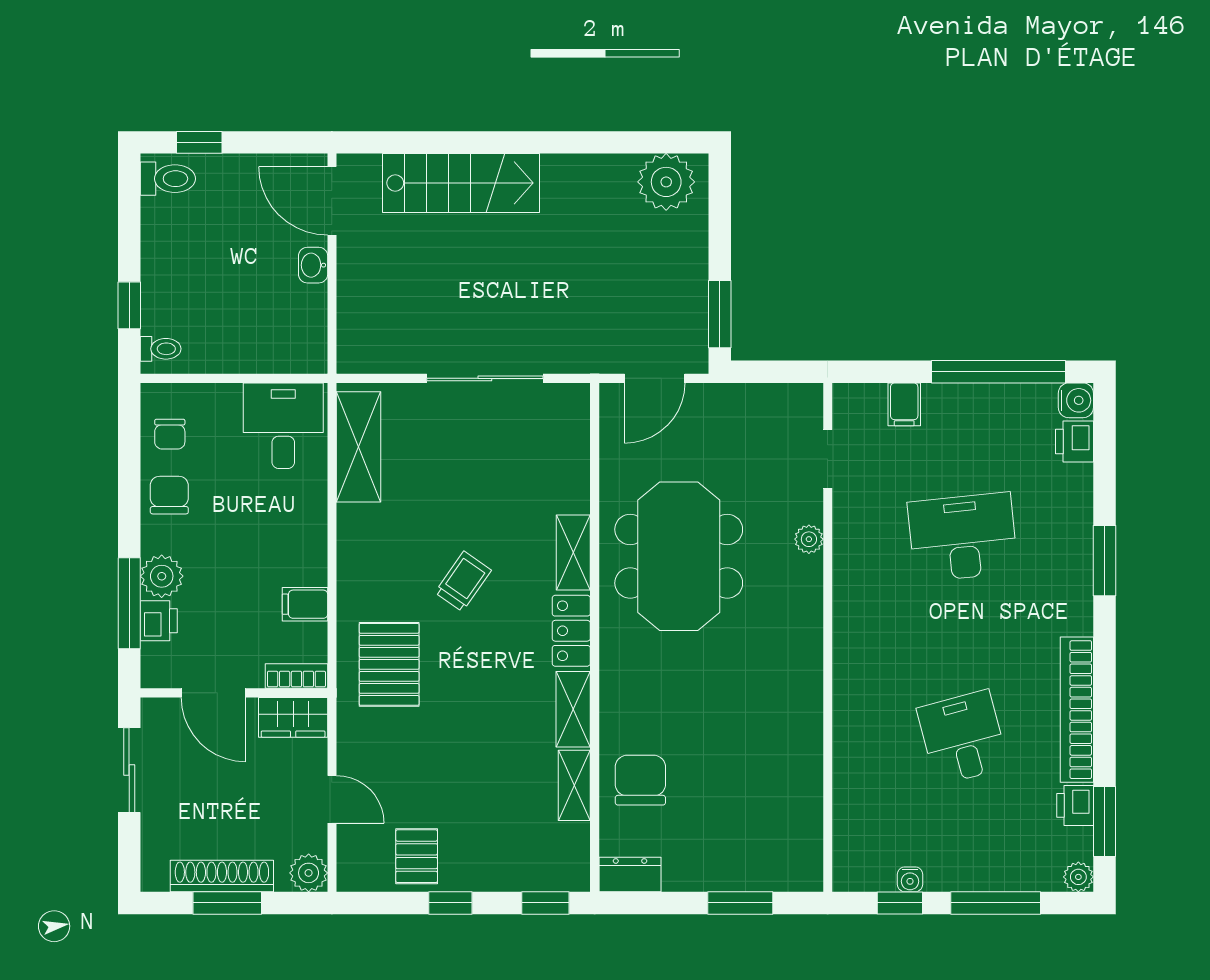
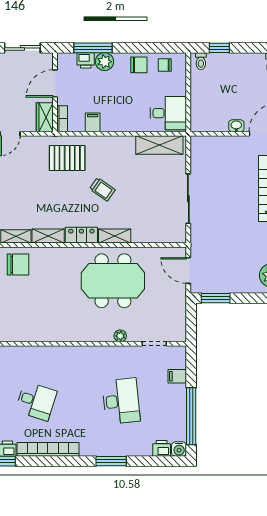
desk: (963, 738) -> (36, 401), turned 33

